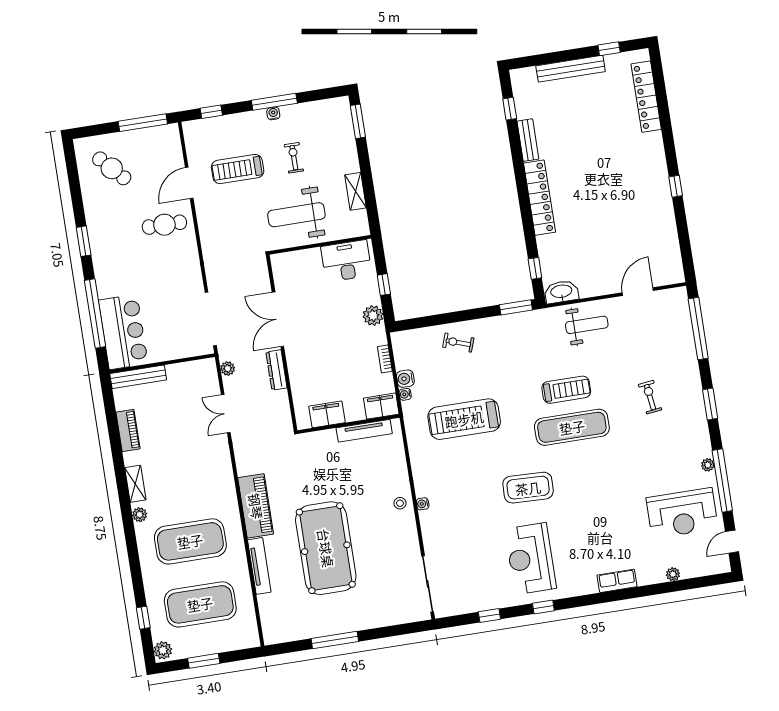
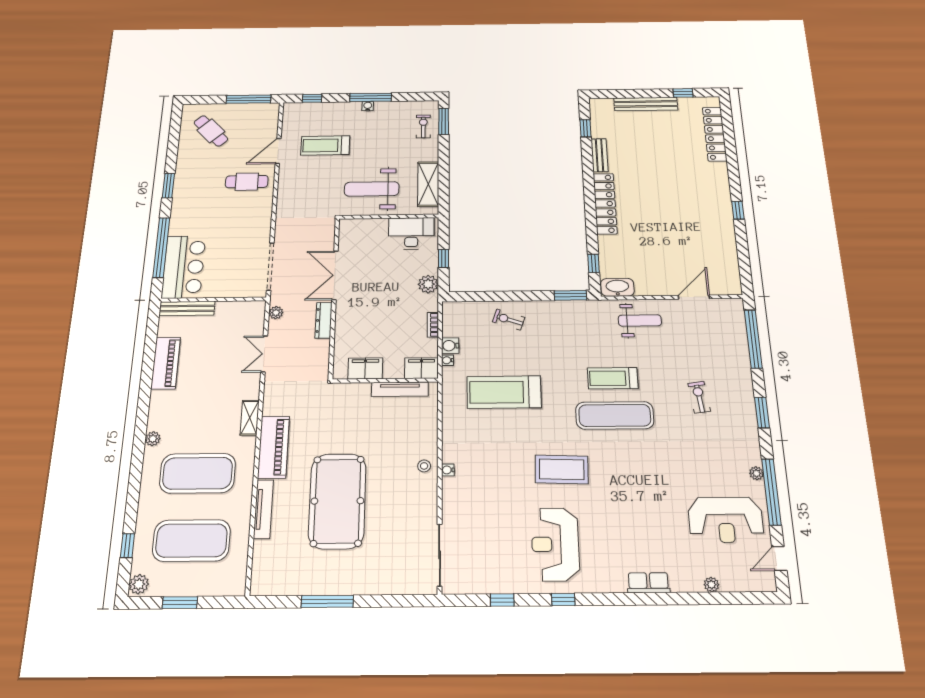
exercise bike: (294, 158) -> (423, 126), moved
shelving: (355, 191) -> (428, 184), width x1.50, depth x1.33
treadmill: (566, 390) -> (613, 378), turned 180
piano: (128, 430) -> (166, 363), width x1.37, depth x1.33
shelving: (135, 484) -> (250, 418), moved

